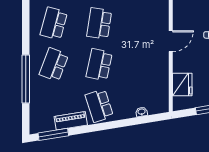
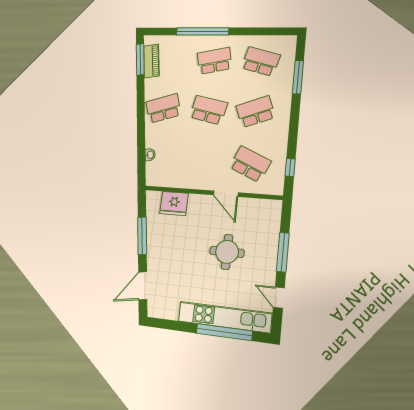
school desk: (99, 23) -> (256, 112), turned -30
school desk: (145, 23) -> (250, 164), added
school desk: (54, 65) -> (214, 61), turned -33
piano: (71, 121) -> (151, 61), moved

